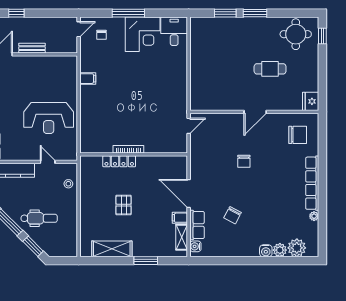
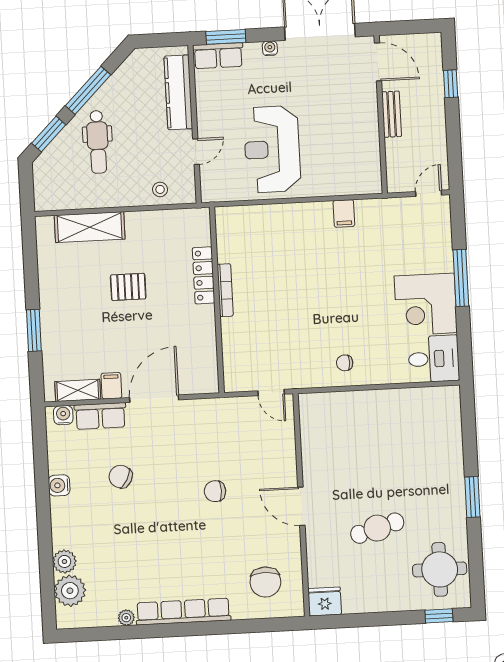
window: (225, 13) -> (470, 446), removed
door: (79, 29) -> (429, 193), swing flipped
chair: (102, 35) -> (345, 363), moved
cafe table: (270, 69) -> (377, 528), turned 74
shelving: (112, 249) -> (90, 227), moved, turned 90
water cooler: (266, 251) -> (59, 485), moved

